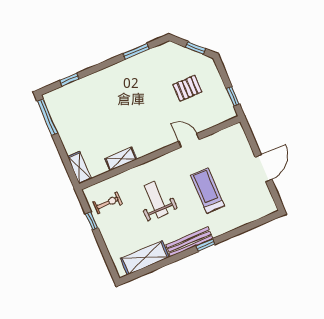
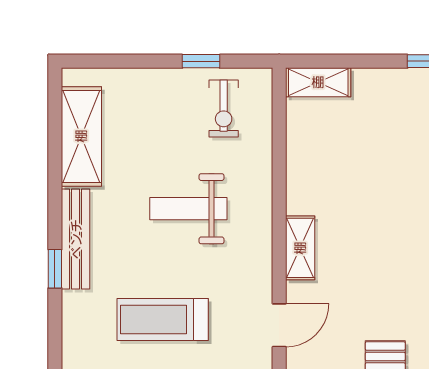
shelving: (121, 159) -> (300, 248), moved
treadmill: (207, 191) -> (163, 320), turned 180
weight bench: (156, 200) -> (188, 209), turned 180

